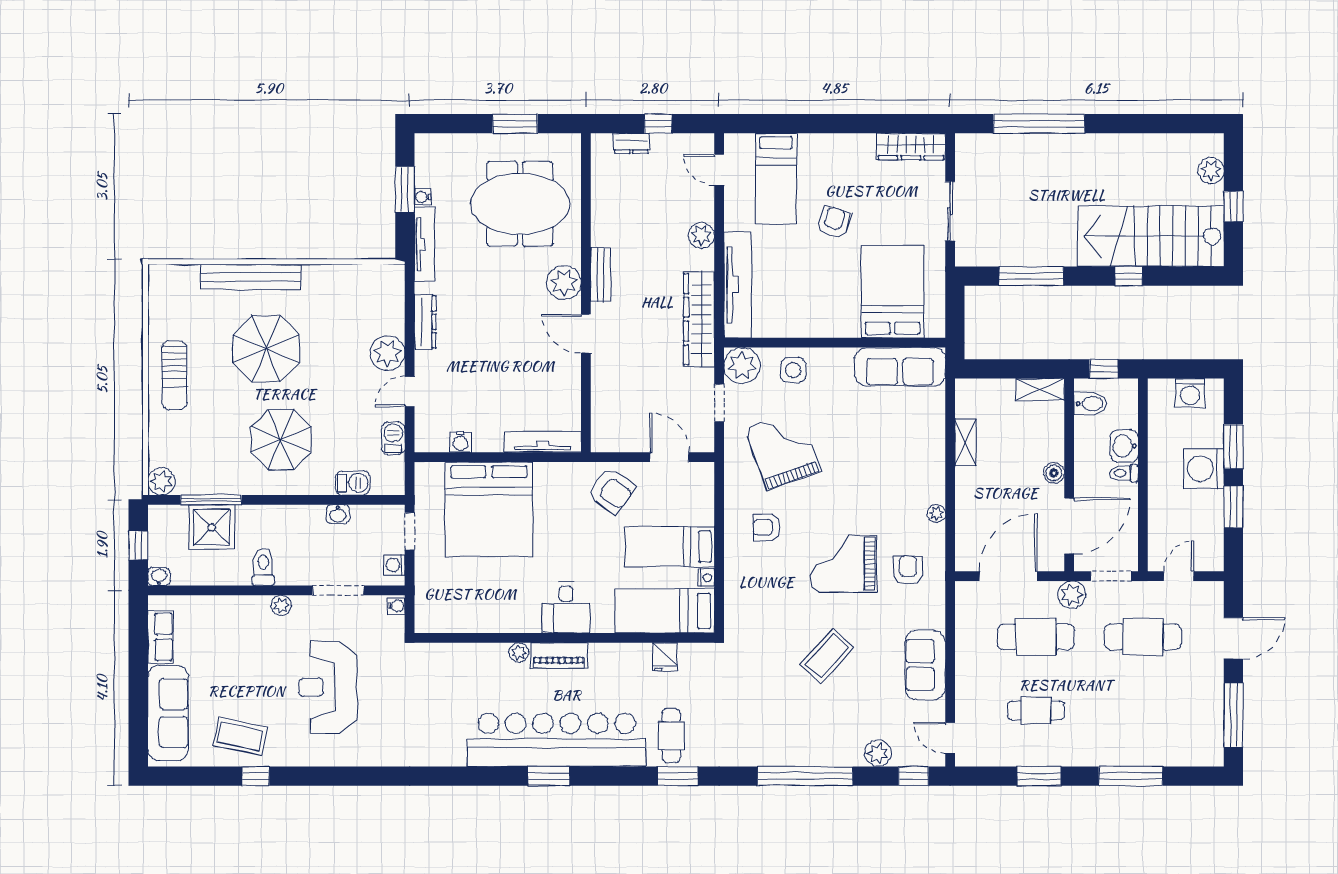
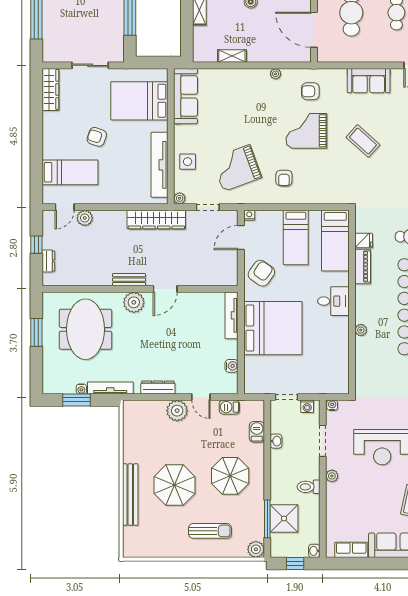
plant: (701, 235) -> (85, 218), moved
tv unit: (738, 285) -> (160, 165), moved, turned -90
plant: (742, 365) -> (180, 198), width x0.53, depth x0.53
sun lounger: (174, 375) -> (210, 531), moved
bed: (489, 509) -> (273, 328), moved
grand piano: (843, 564) -> (306, 131), turned 90
nightstand: (706, 578) -> (249, 215), moved
piano: (559, 655) -> (363, 266), moved

